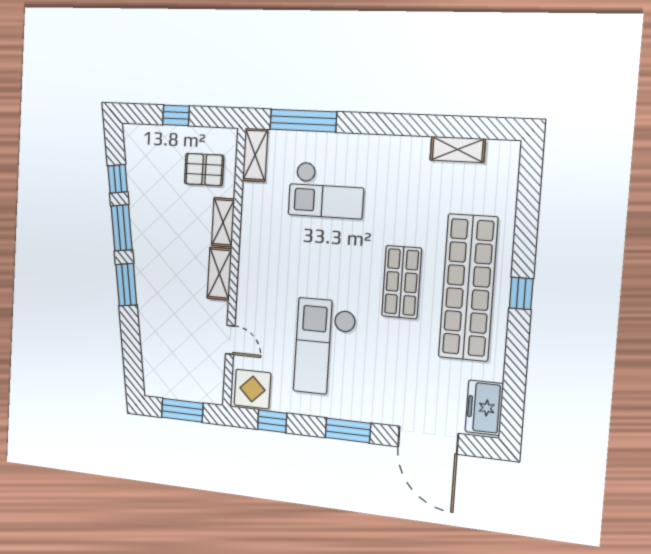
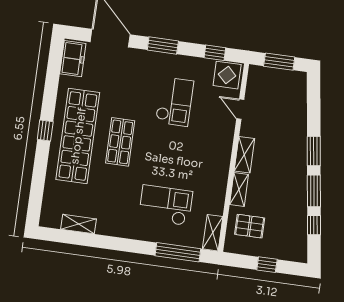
checkout: (325, 347) -> (175, 102), width x0.73, depth x0.83

